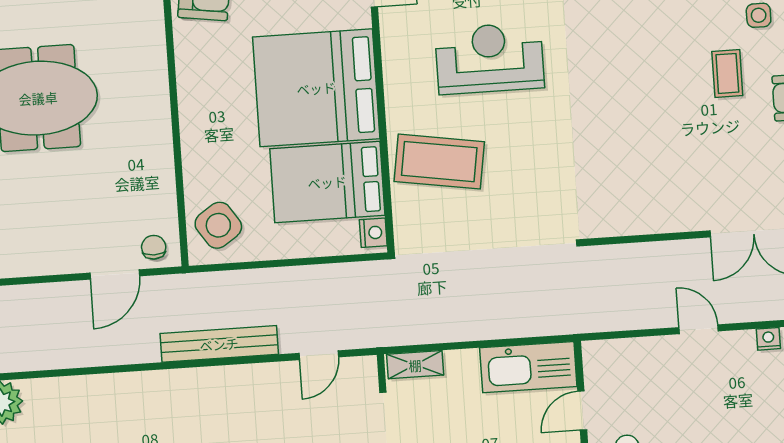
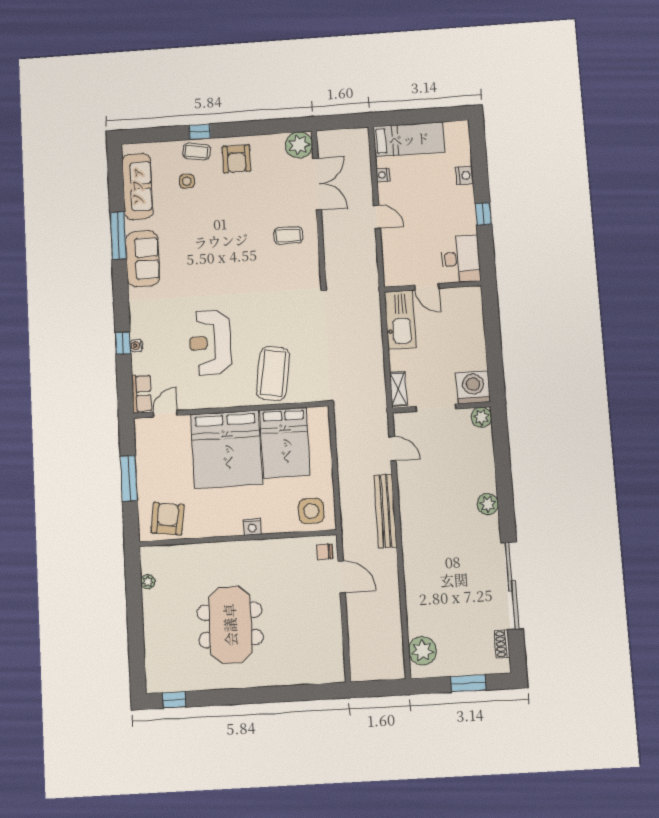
coffee table: (727, 73) -> (288, 235), moved
side table: (218, 225) -> (311, 511), turned 34
nightstand: (373, 233) -> (252, 527), moved, turned 180
door: (699, 329) -> (377, 217), swing flipped

